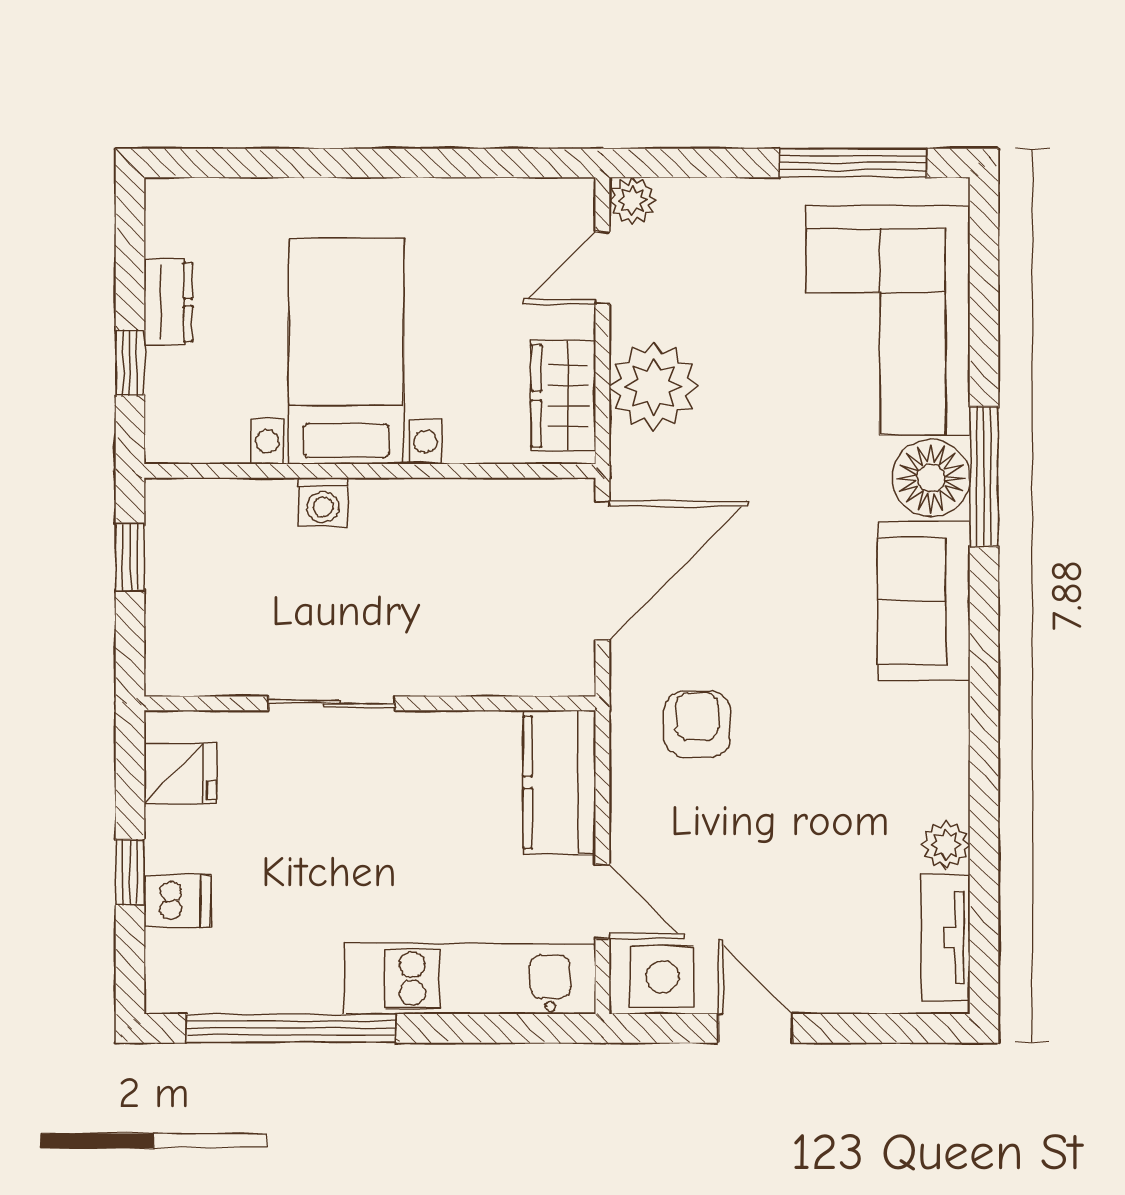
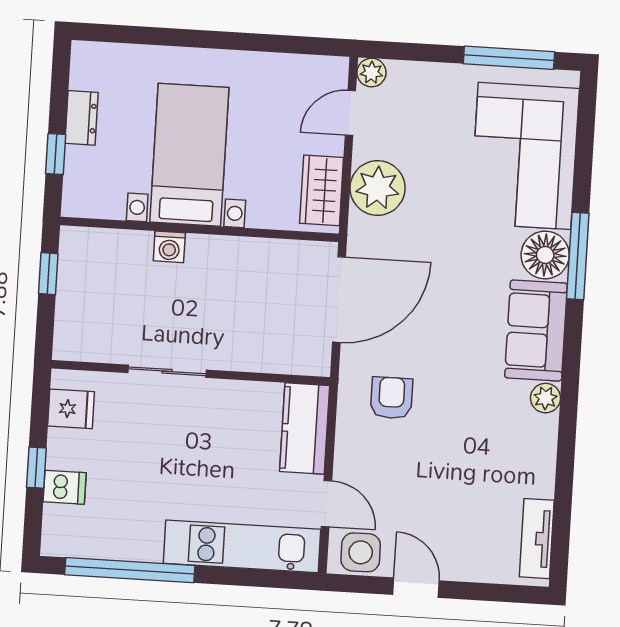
plant: (946, 845) -> (545, 398), moved

